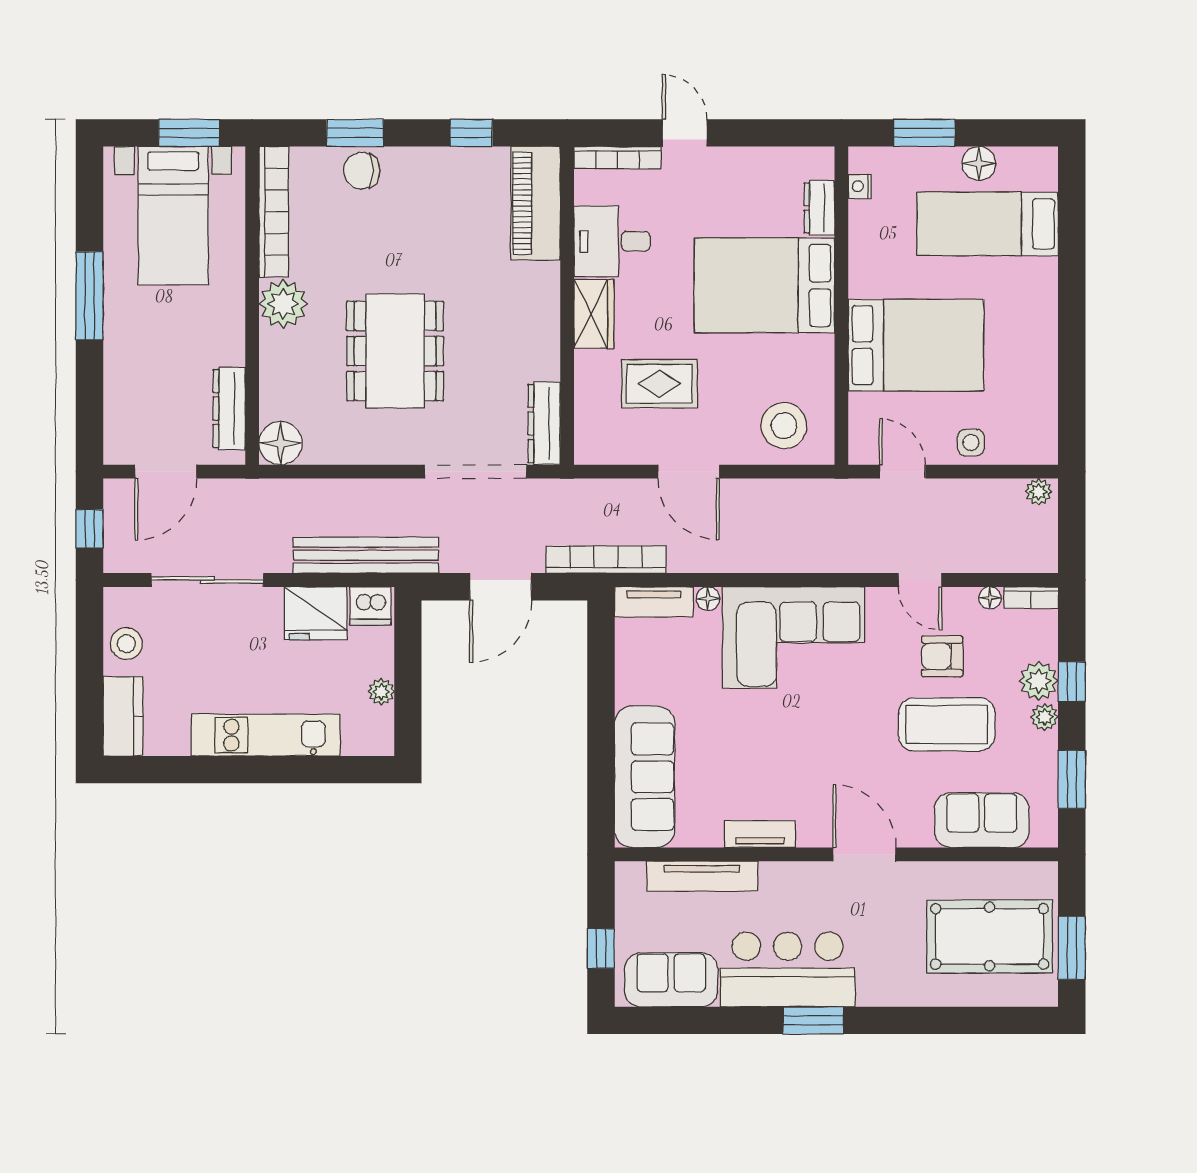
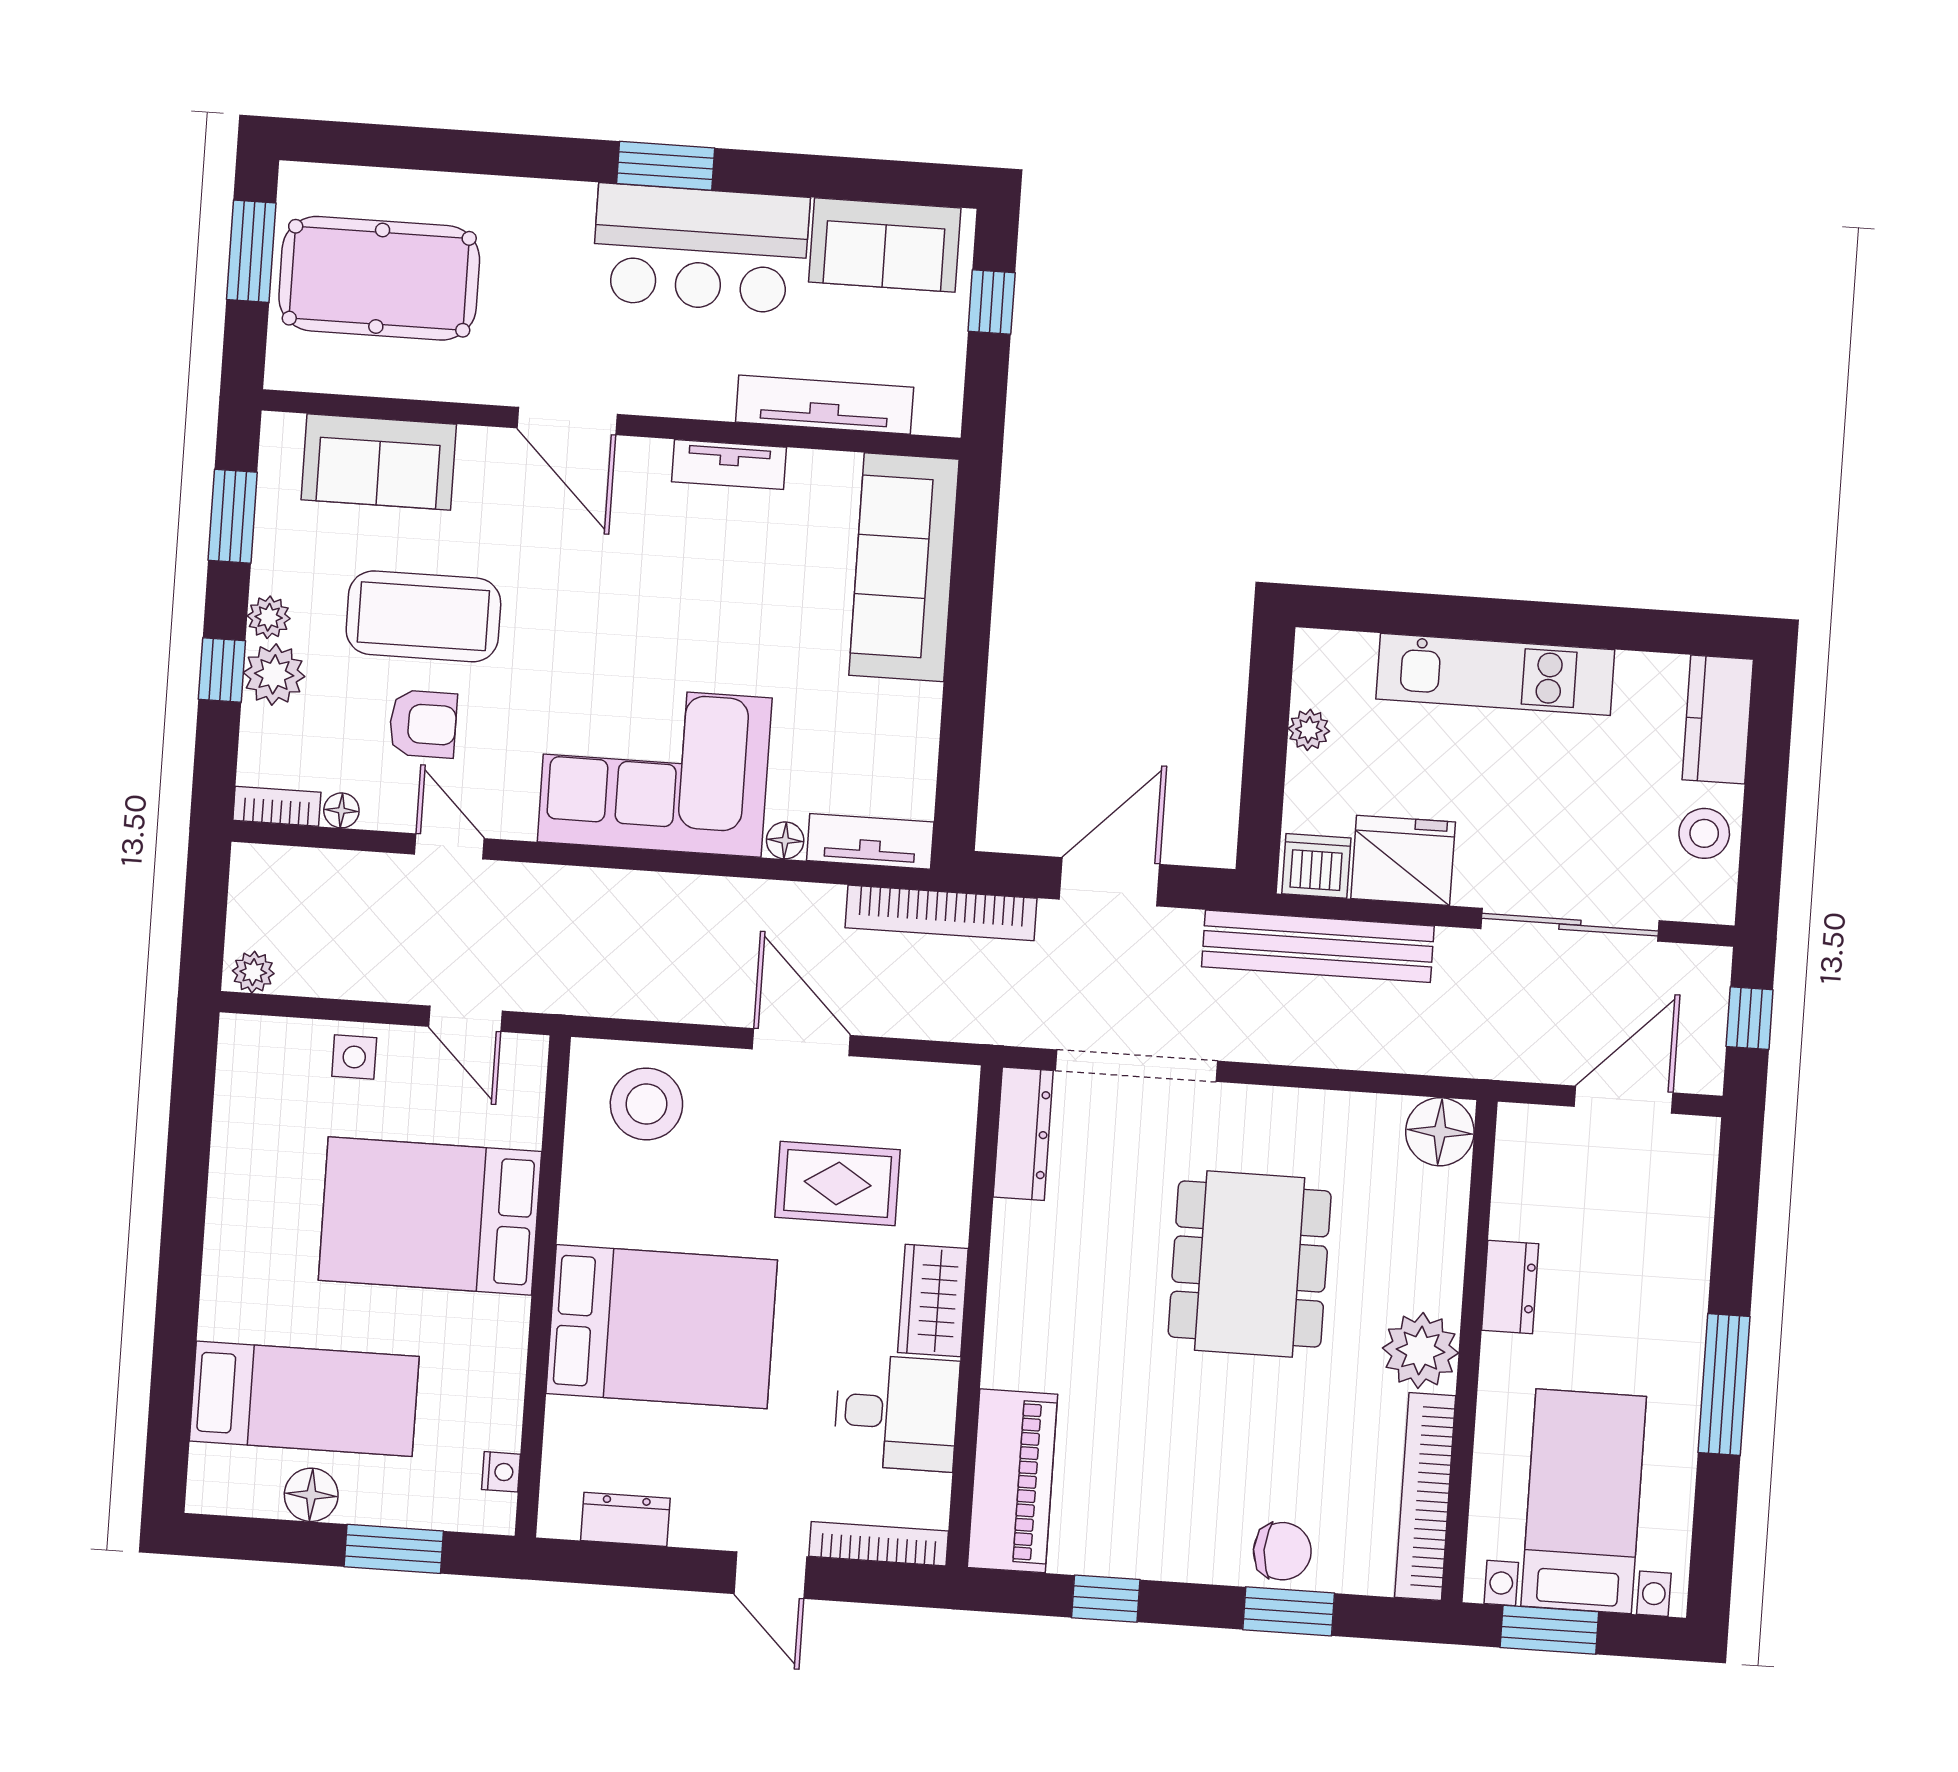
dresser: (819, 208) -> (625, 1519), moved, turned -90
dresser: (229, 408) -> (1510, 1287), moved, width x0.70

